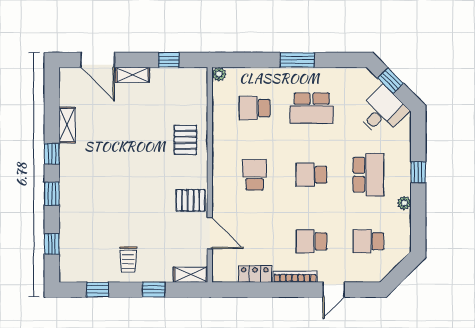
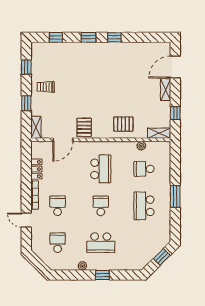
plant: (219, 74) -> (141, 146), moved
school desk: (255, 108) -> (144, 169), turned -90
desk: (382, 112) -> (142, 252), removed
shelving: (67, 125) -> (159, 133), moved
school desk: (255, 175) -> (101, 169), width x1.85

